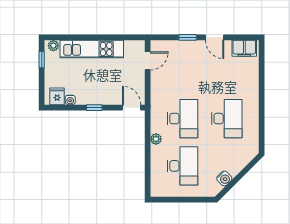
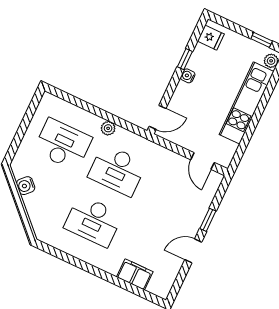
filing cabinet: (244, 48) -> (135, 274), moved, turned 90
water cooler: (70, 100) -> (188, 76), moved
window: (94, 108) -> (185, 59), moved
desk: (183, 166) -> (63, 144), turned 180

